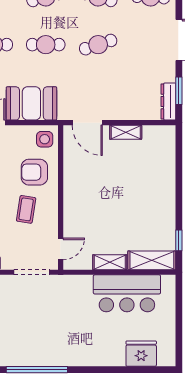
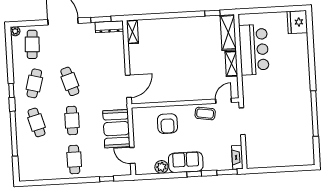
shelving: (126, 132) -> (132, 32), moved
side table: (45, 139) -> (143, 117), removed
coffee table: (26, 209) -> (205, 114), moved
door: (61, 249) -> (224, 101), hinge flipped
fridge: (141, 354) -> (297, 22), moved

